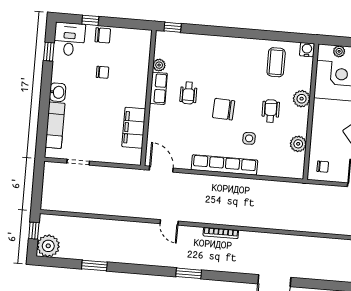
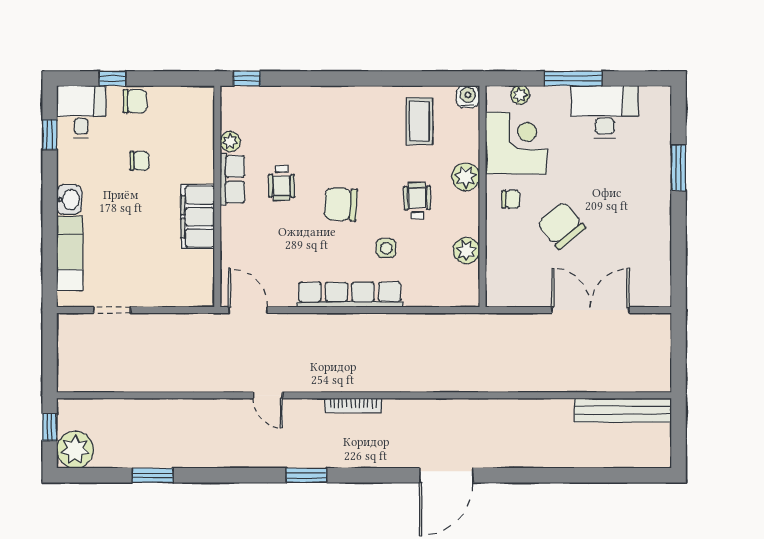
filing cabinet: (134, 128) -> (198, 217), moved
chair: (323, 167) -> (511, 199), moved

